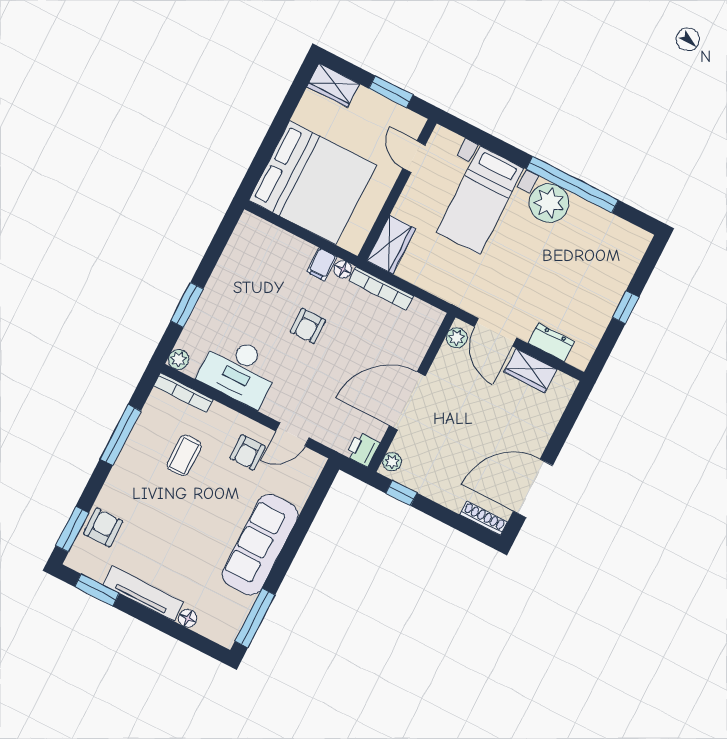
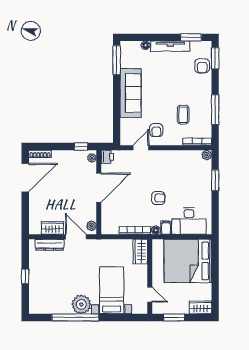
armchair: (308, 326) -> (158, 198), turned 90
dresser: (551, 342) -> (50, 245), width x1.44
desk: (239, 371) -> (189, 221), moved, turned 180
armchair: (248, 452) -> (156, 130), turned 180

